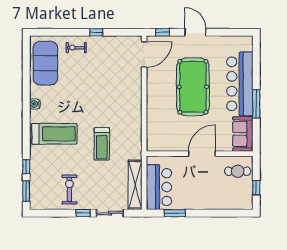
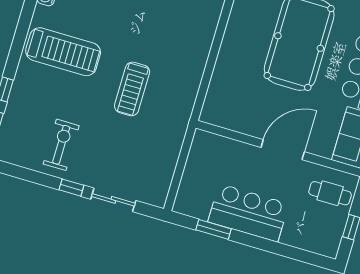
shelving: (135, 185) -> (165, 167), removed
bar counter: (159, 187) -> (248, 213), moved, turned -90

